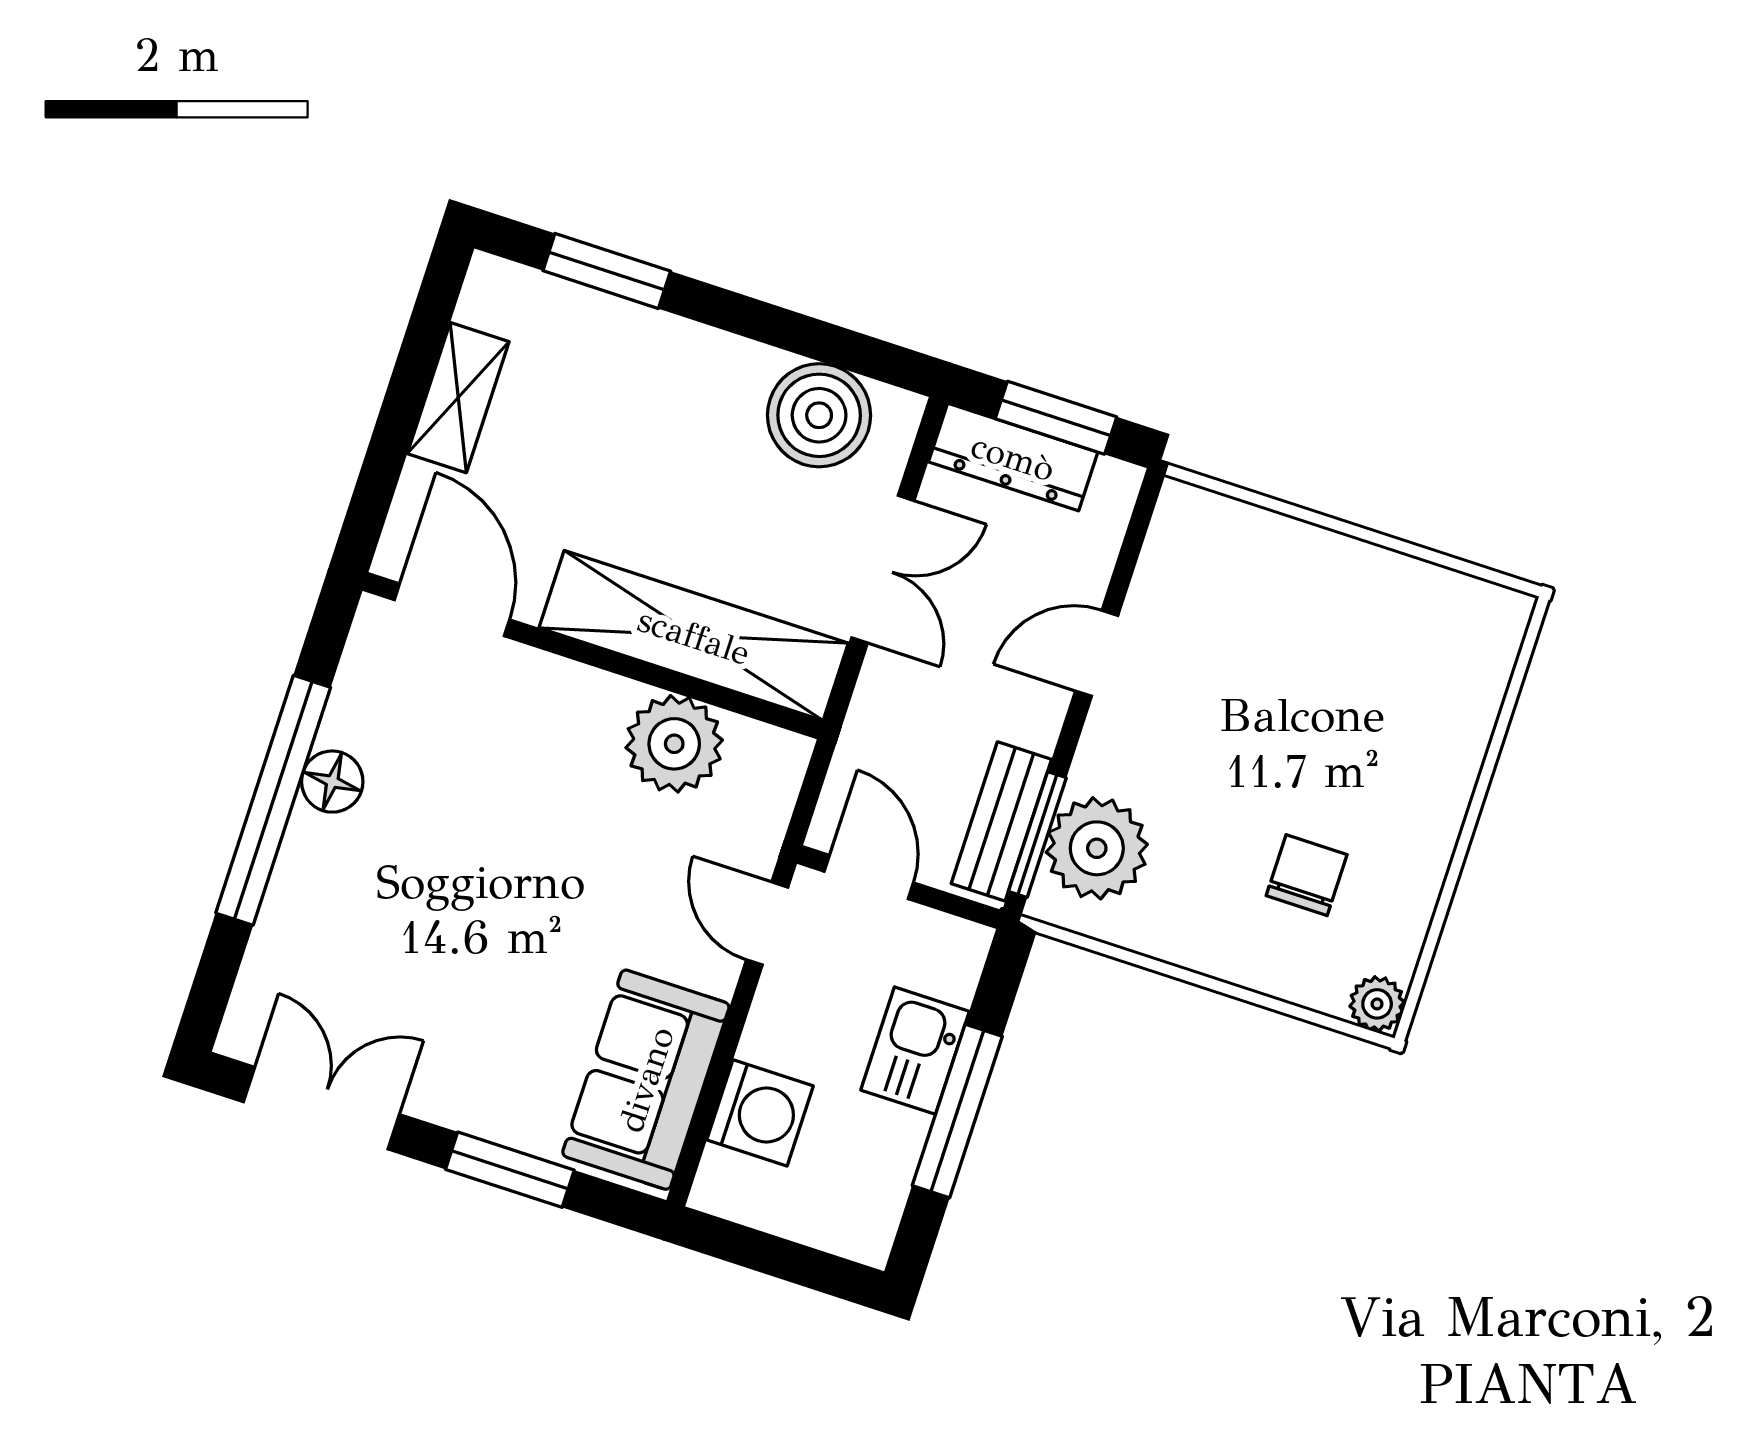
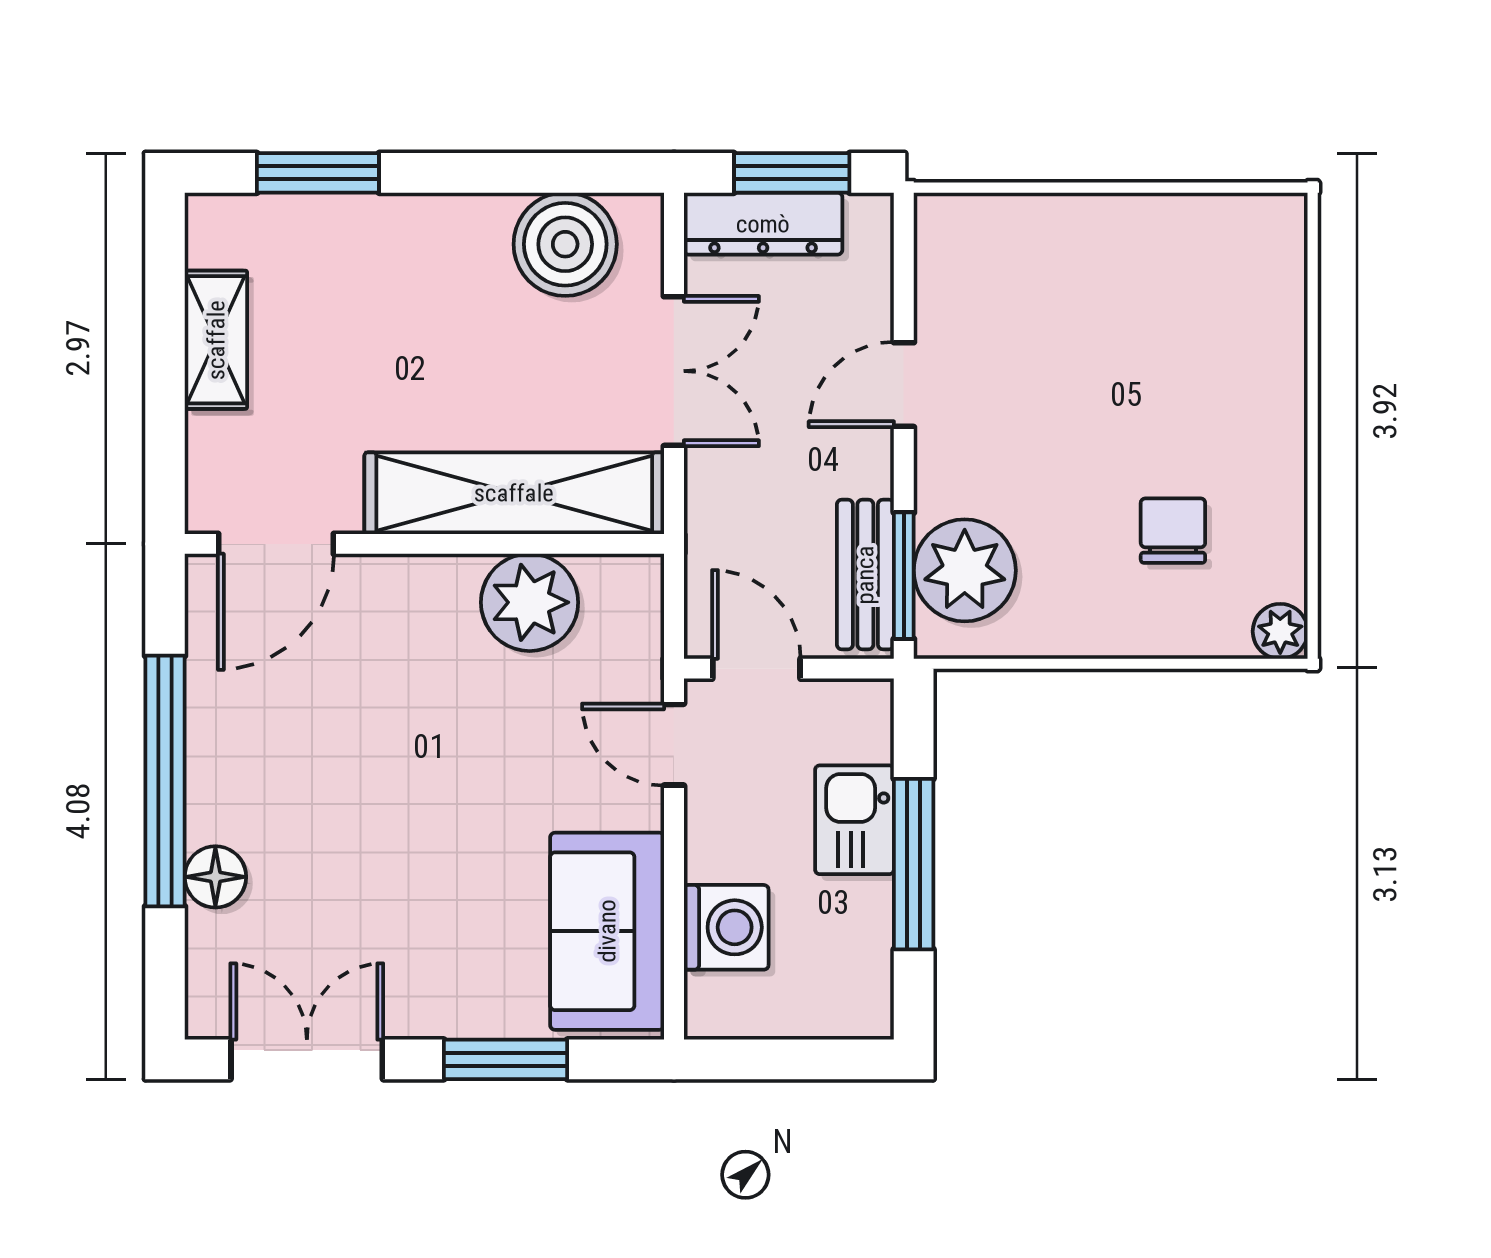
door: (452, 610) -> (276, 544), swing flipped
floor lamp: (332, 782) -> (215, 877), moved

